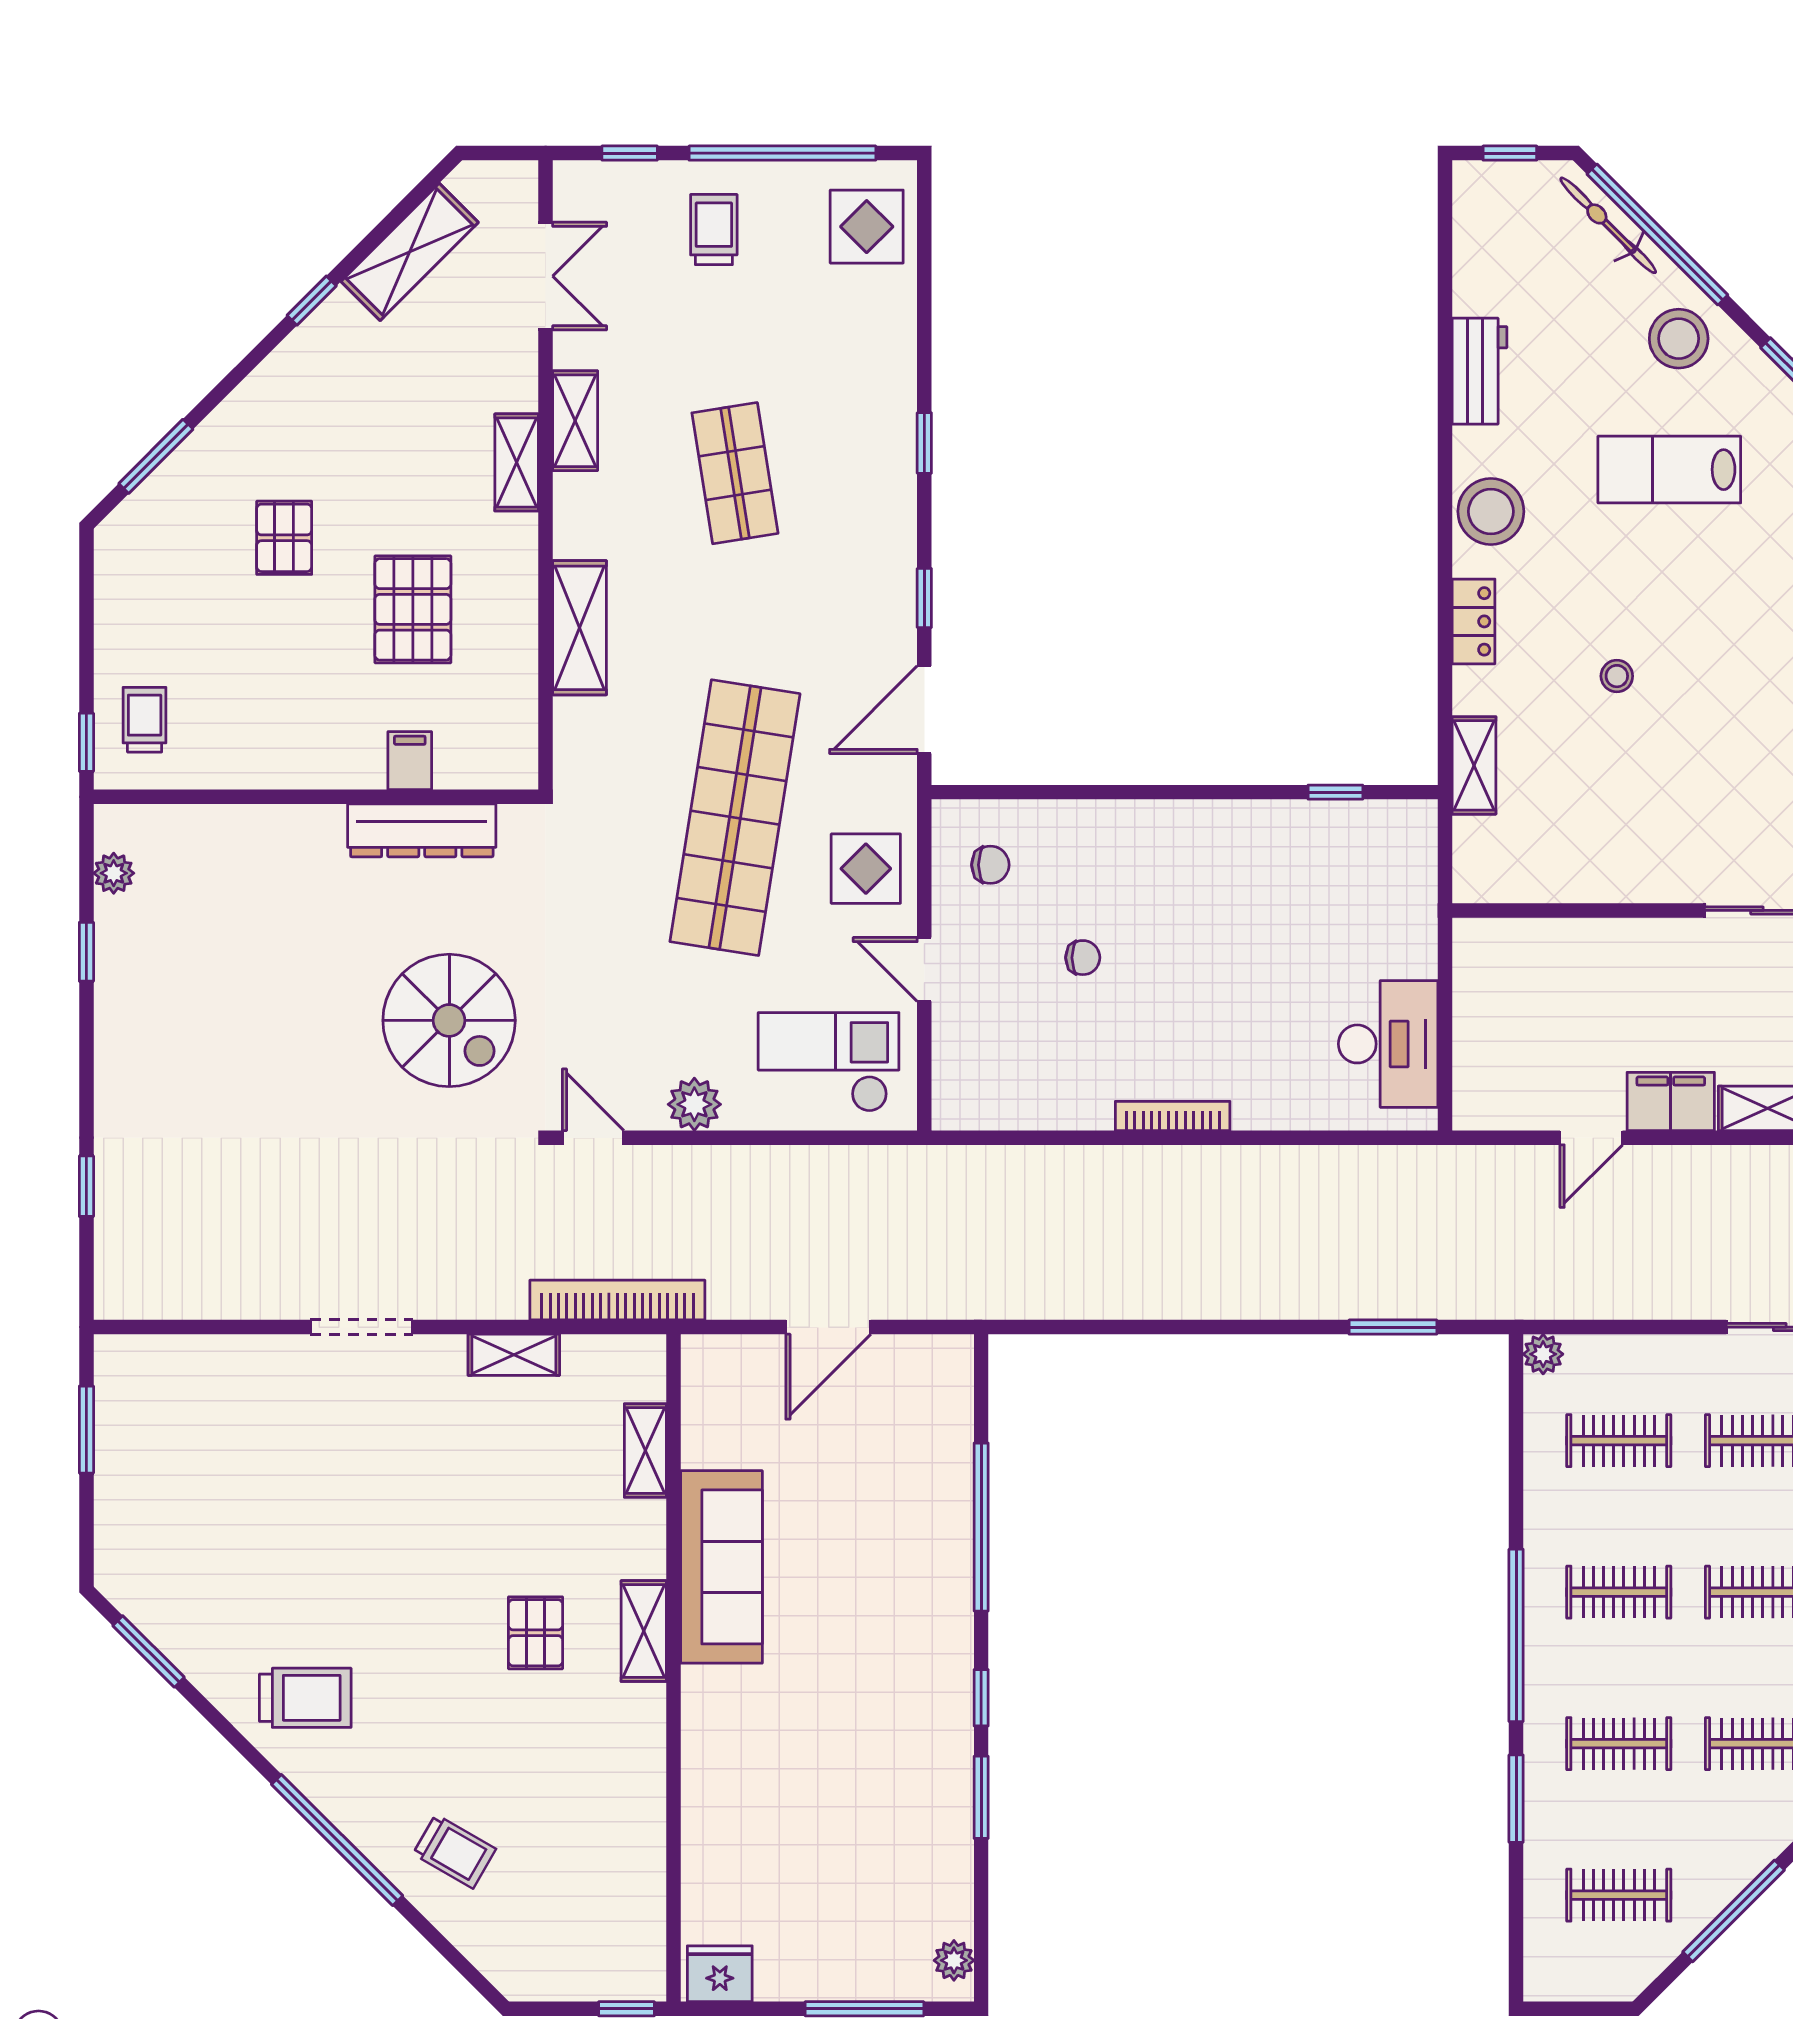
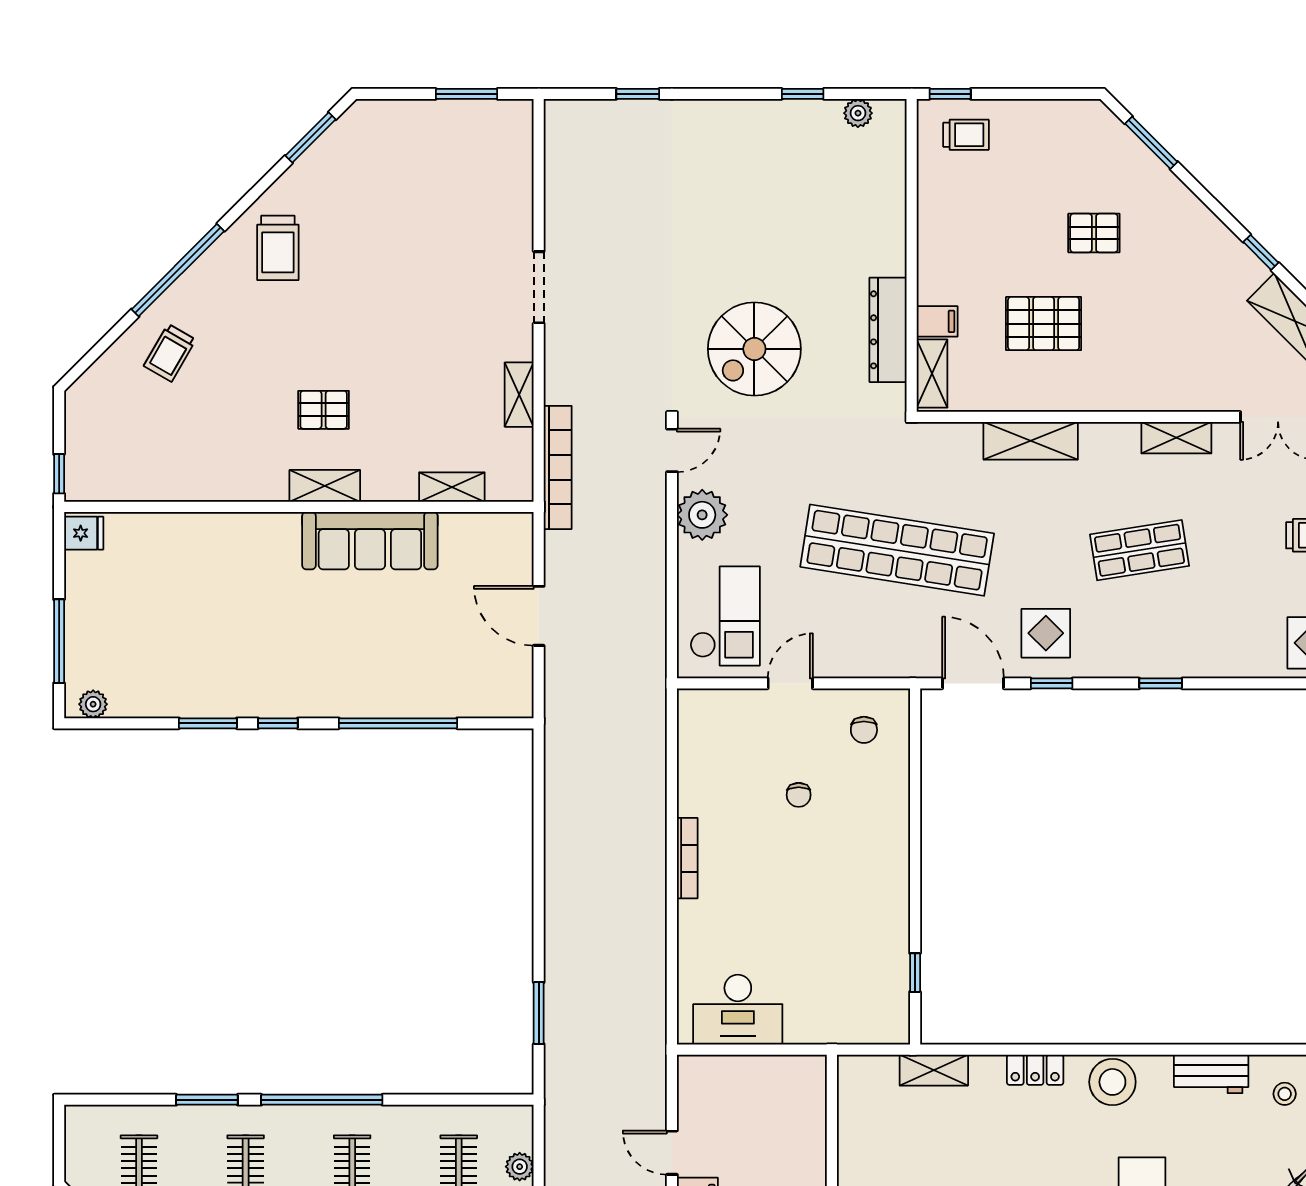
shelving: (517, 462) -> (932, 374), moved, turned 90
stool: (1617, 676) -> (1285, 1094), moved
display table: (866, 869) -> (1046, 633), moved
plant: (694, 1104) -> (702, 515), width x1.36, depth x1.36
plant: (1543, 1354) -> (520, 1167), moved
fridge: (720, 1974) -> (84, 533), width x0.72

